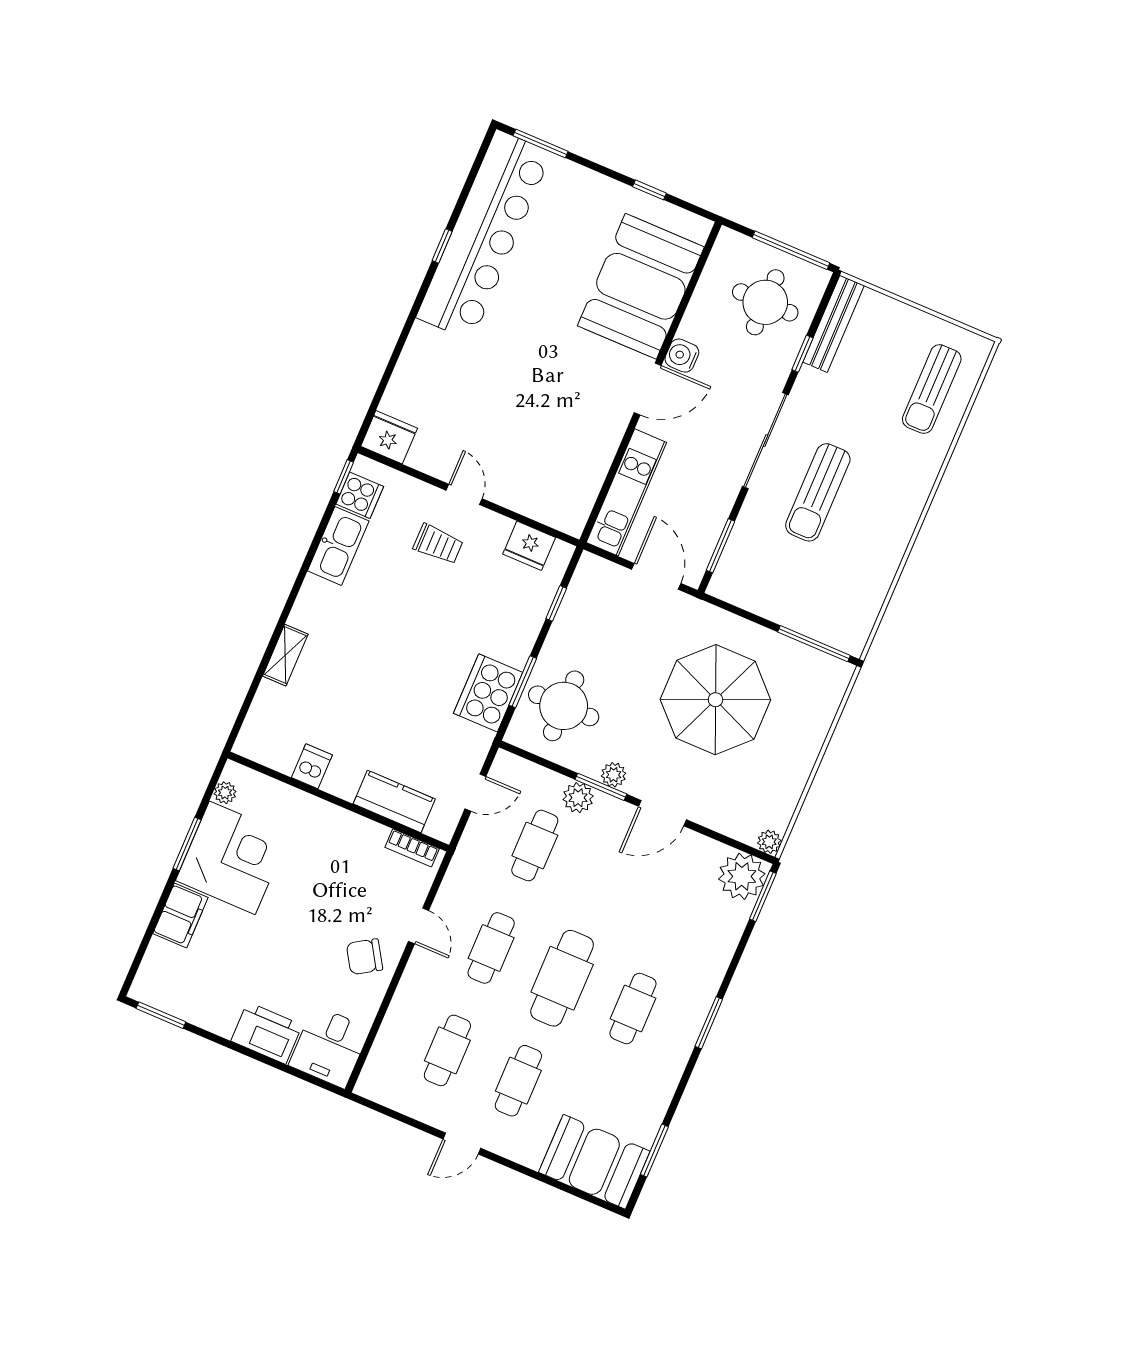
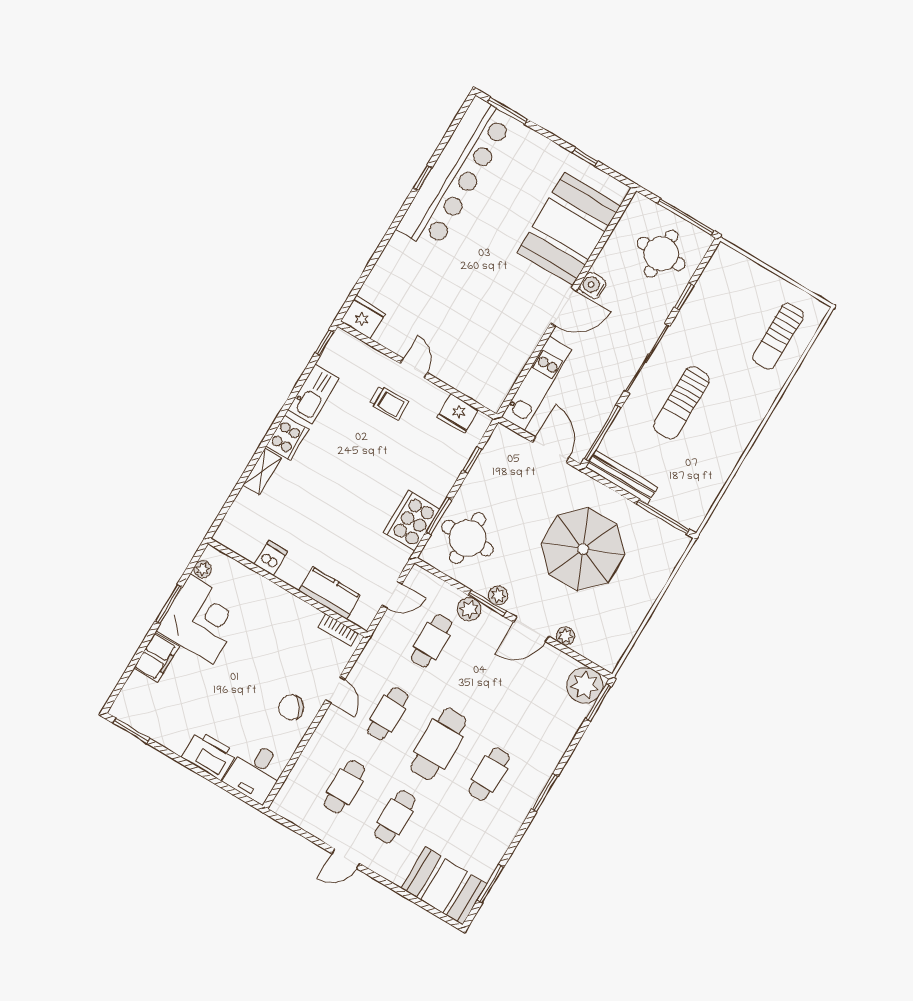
bench: (834, 324) -> (622, 477), moved, turned 90
cooker: (360, 495) -> (287, 438), moved, width x1.36
window: (721, 546) -> (602, 433), width x1.44
plant: (769, 842) -> (565, 636), moved

